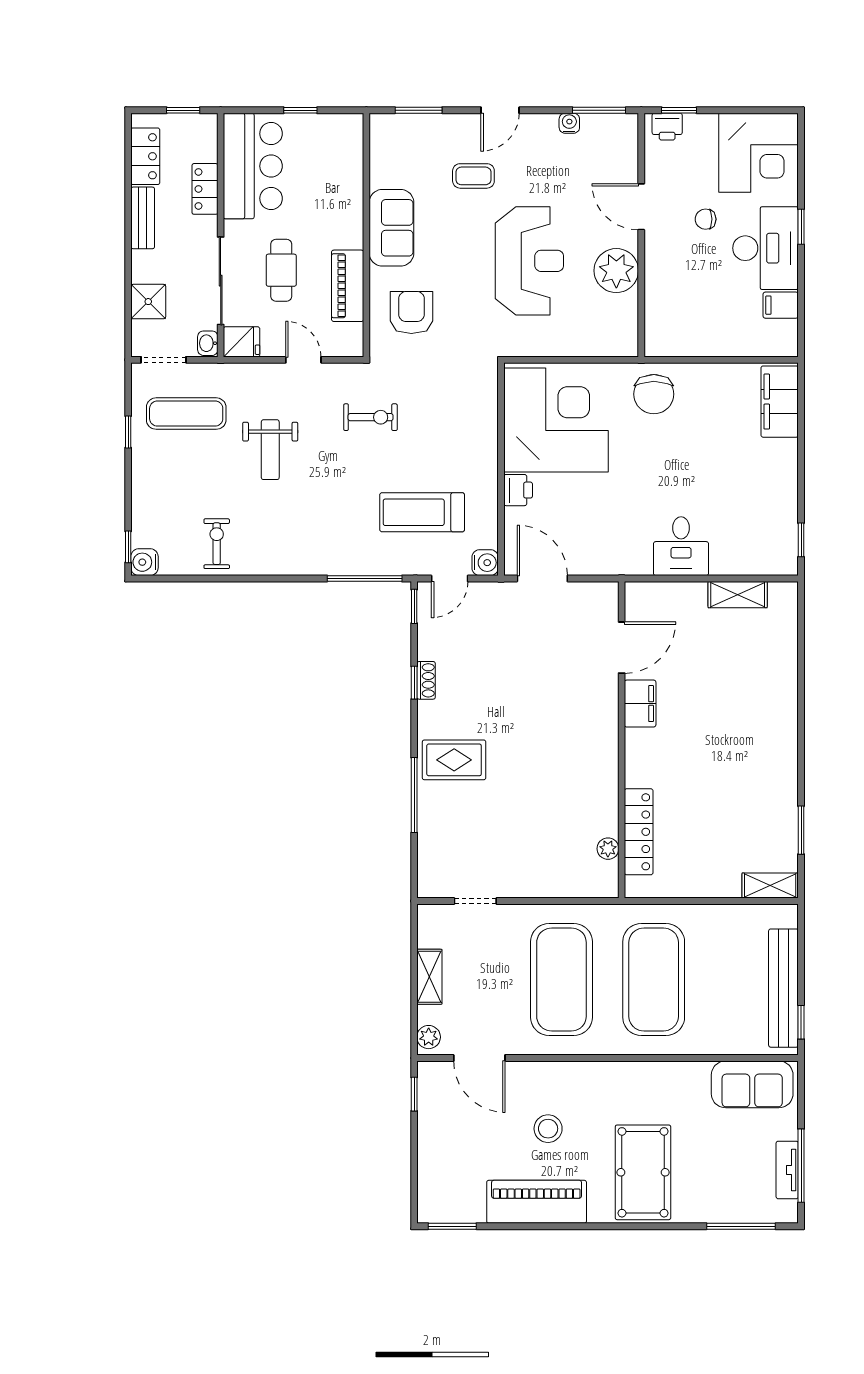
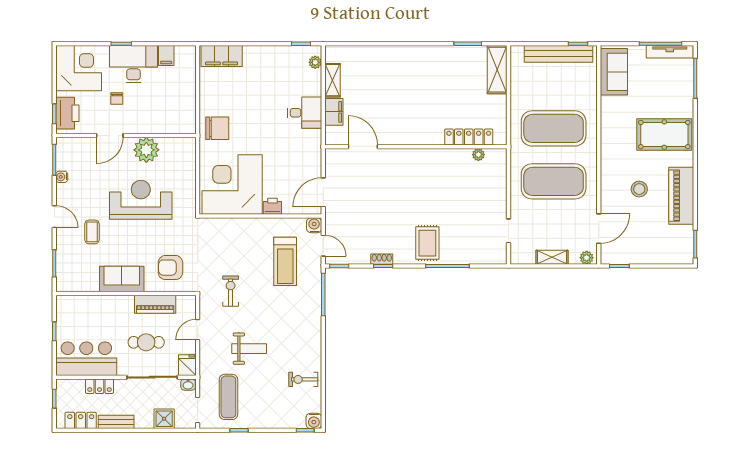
printer: (667, 127) -> (67, 113), width x1.87, depth x1.48
plant: (769, 565) -> (315, 62), added
filing cabinet: (640, 704) -> (334, 112), moved, turned 90
shelving: (770, 886) -> (497, 70), width x1.50, depth x1.33
tv unit: (787, 1170) -> (670, 52), width x1.41

